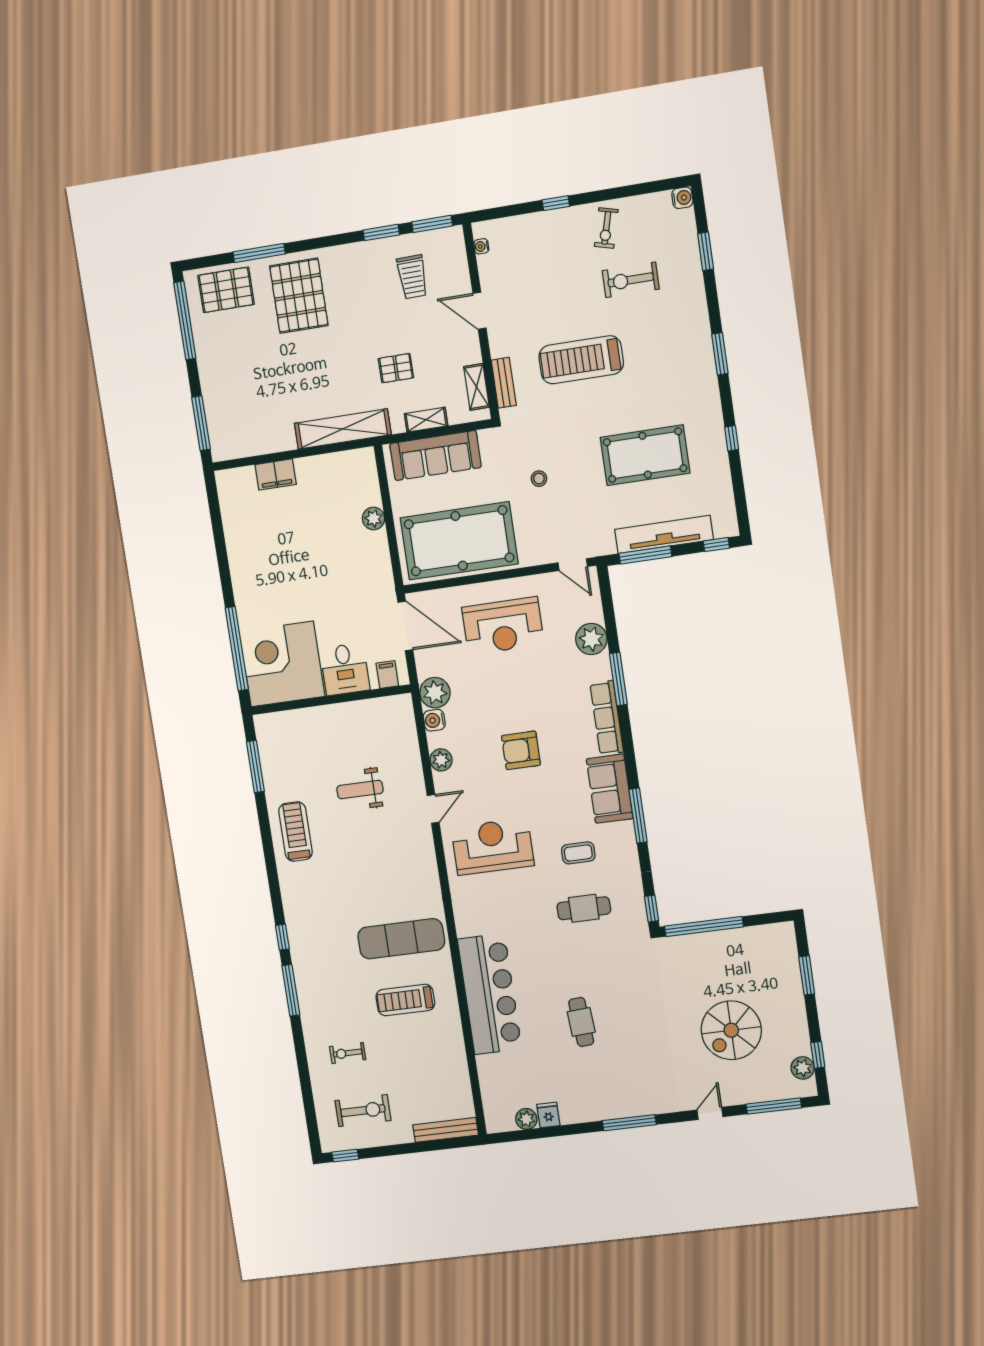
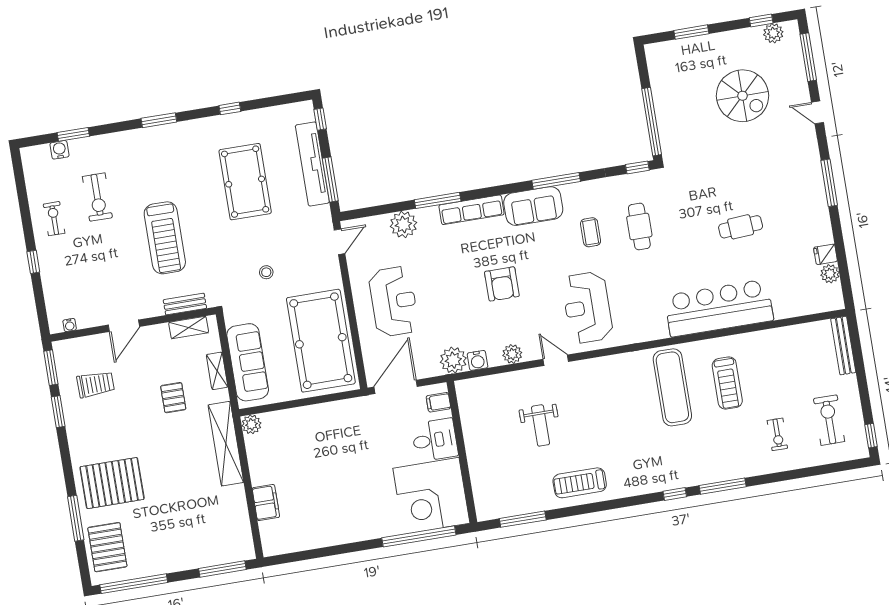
water cooler: (682, 198) -> (59, 150), moved
exercise bike: (606, 228) -> (54, 219), turned -105
plant: (373, 518) -> (251, 424), moved

